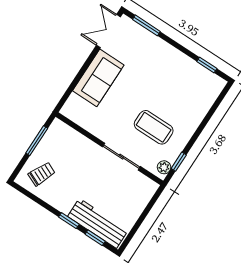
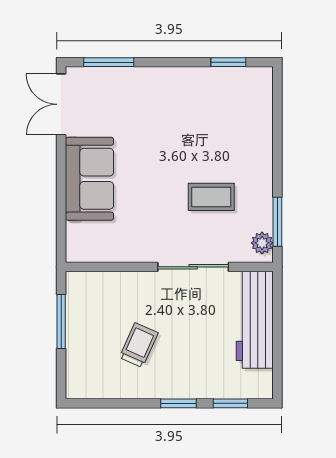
coffee table: (154, 127) -> (211, 197), width x0.73, depth x0.77
window: (179, 162) -> (277, 222), width x1.50
trolley: (42, 174) -> (139, 345), moved
workbench: (98, 223) -> (255, 320), moved, turned -90

